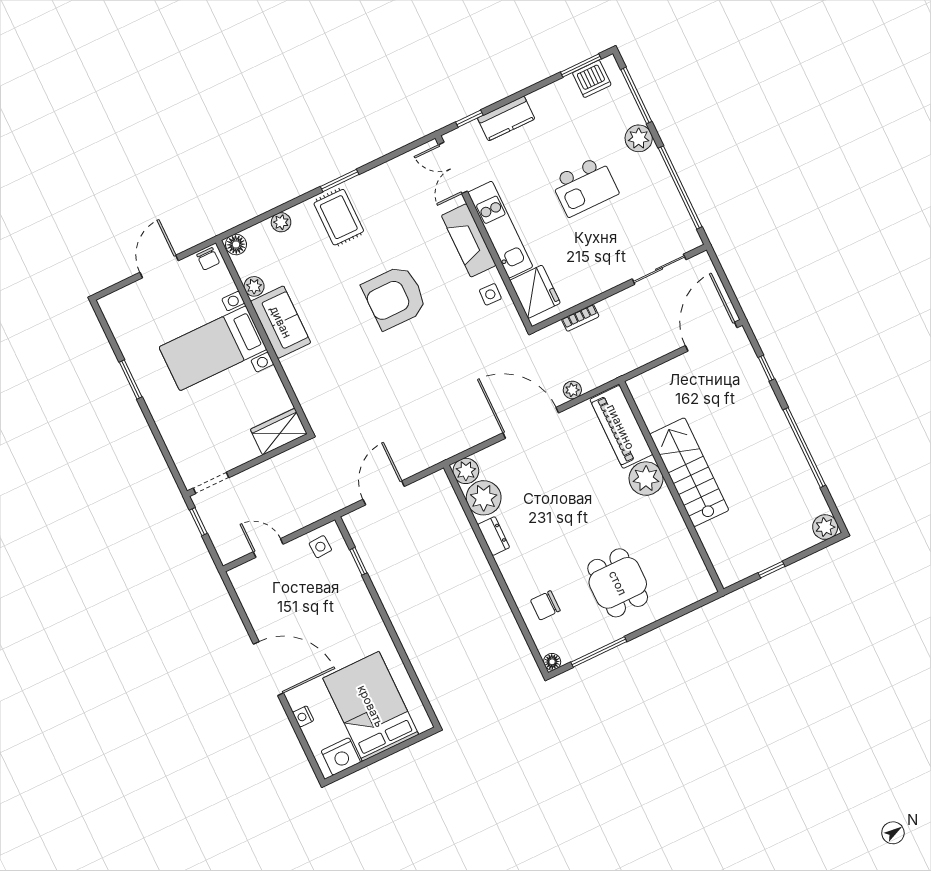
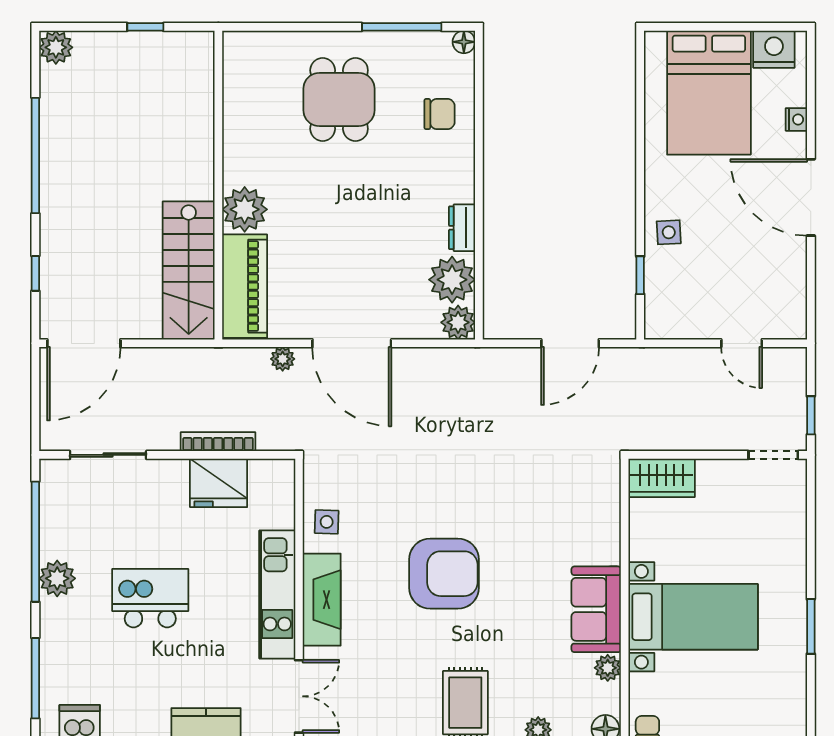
plant: (639, 138) -> (57, 578), moved
fridge: (535, 292) -> (219, 483), moved, turned -90
bookcase: (580, 318) -> (218, 442), width x1.56
stairs: (689, 472) -> (189, 270), moved
side table: (320, 547) -> (669, 232), moved

